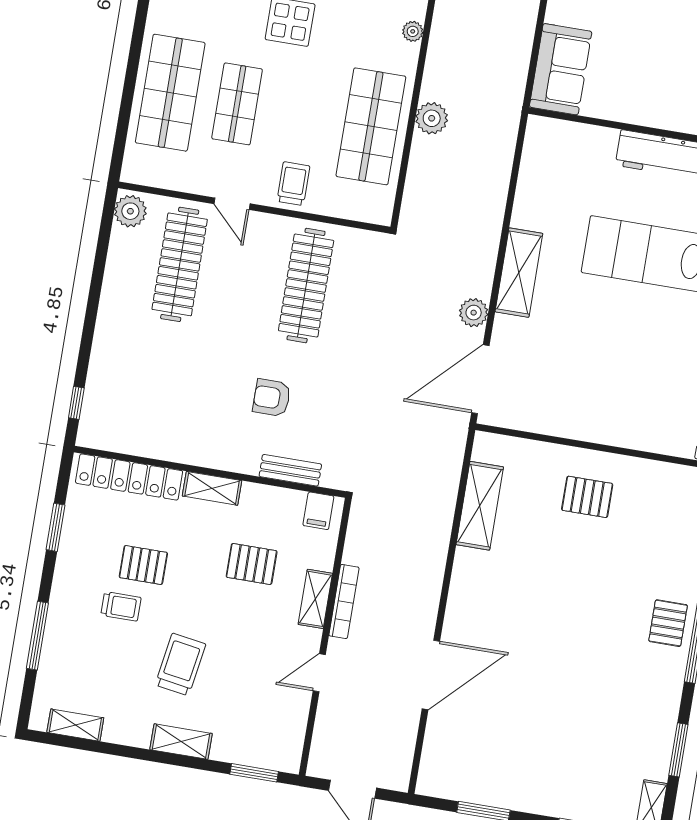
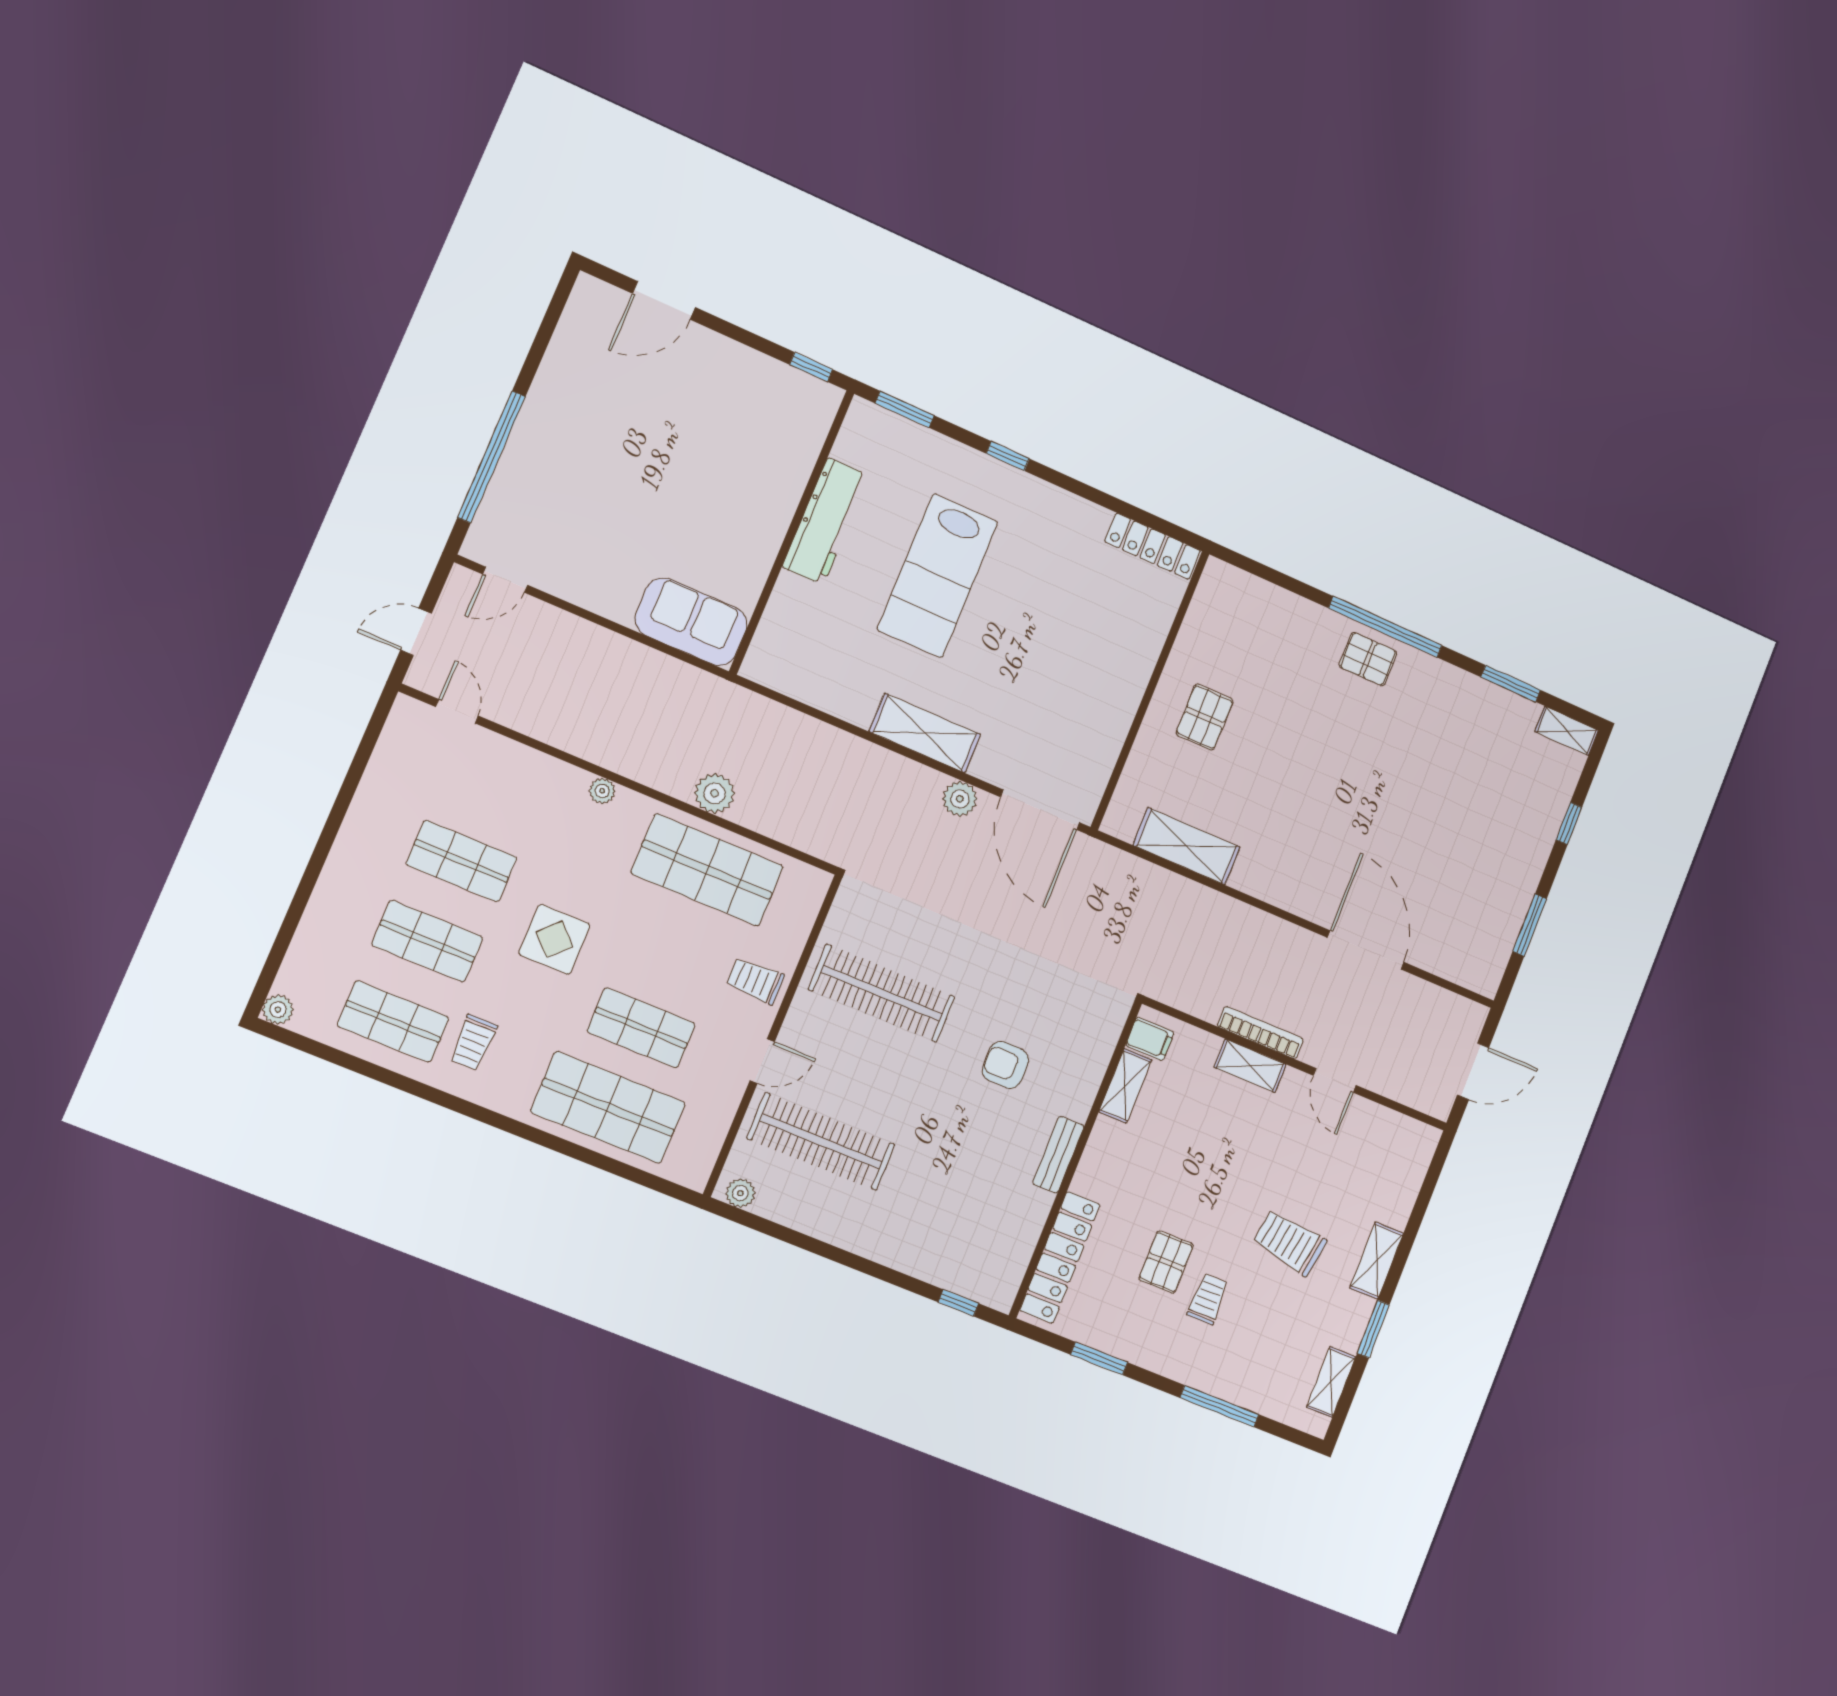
plant: (130, 211) -> (740, 1193), width x0.73, depth x0.73
armchair: (272, 398) -> (1005, 1065), turned 90
bench: (290, 470) -> (1058, 1155), moved
shelving: (212, 488) -> (1125, 1086), moved
pallet: (252, 564) -> (1193, 1132), removed
window: (254, 773) -> (1373, 1329), moved

